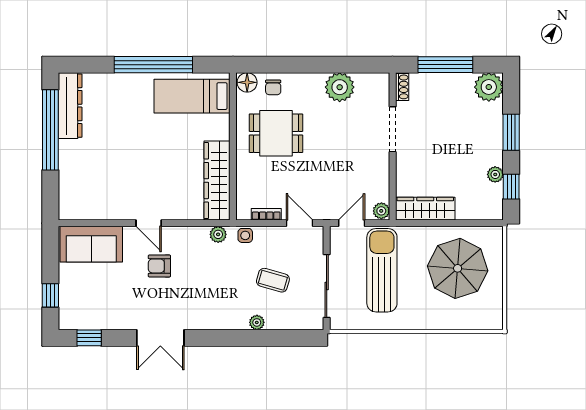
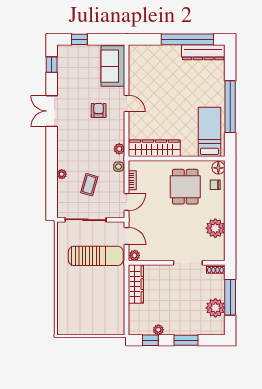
plant: (489, 87) -> (215, 308), moved
door: (149, 223) -> (127, 103), swing flipped
parasol: (458, 268) -> (97, 305), removed

